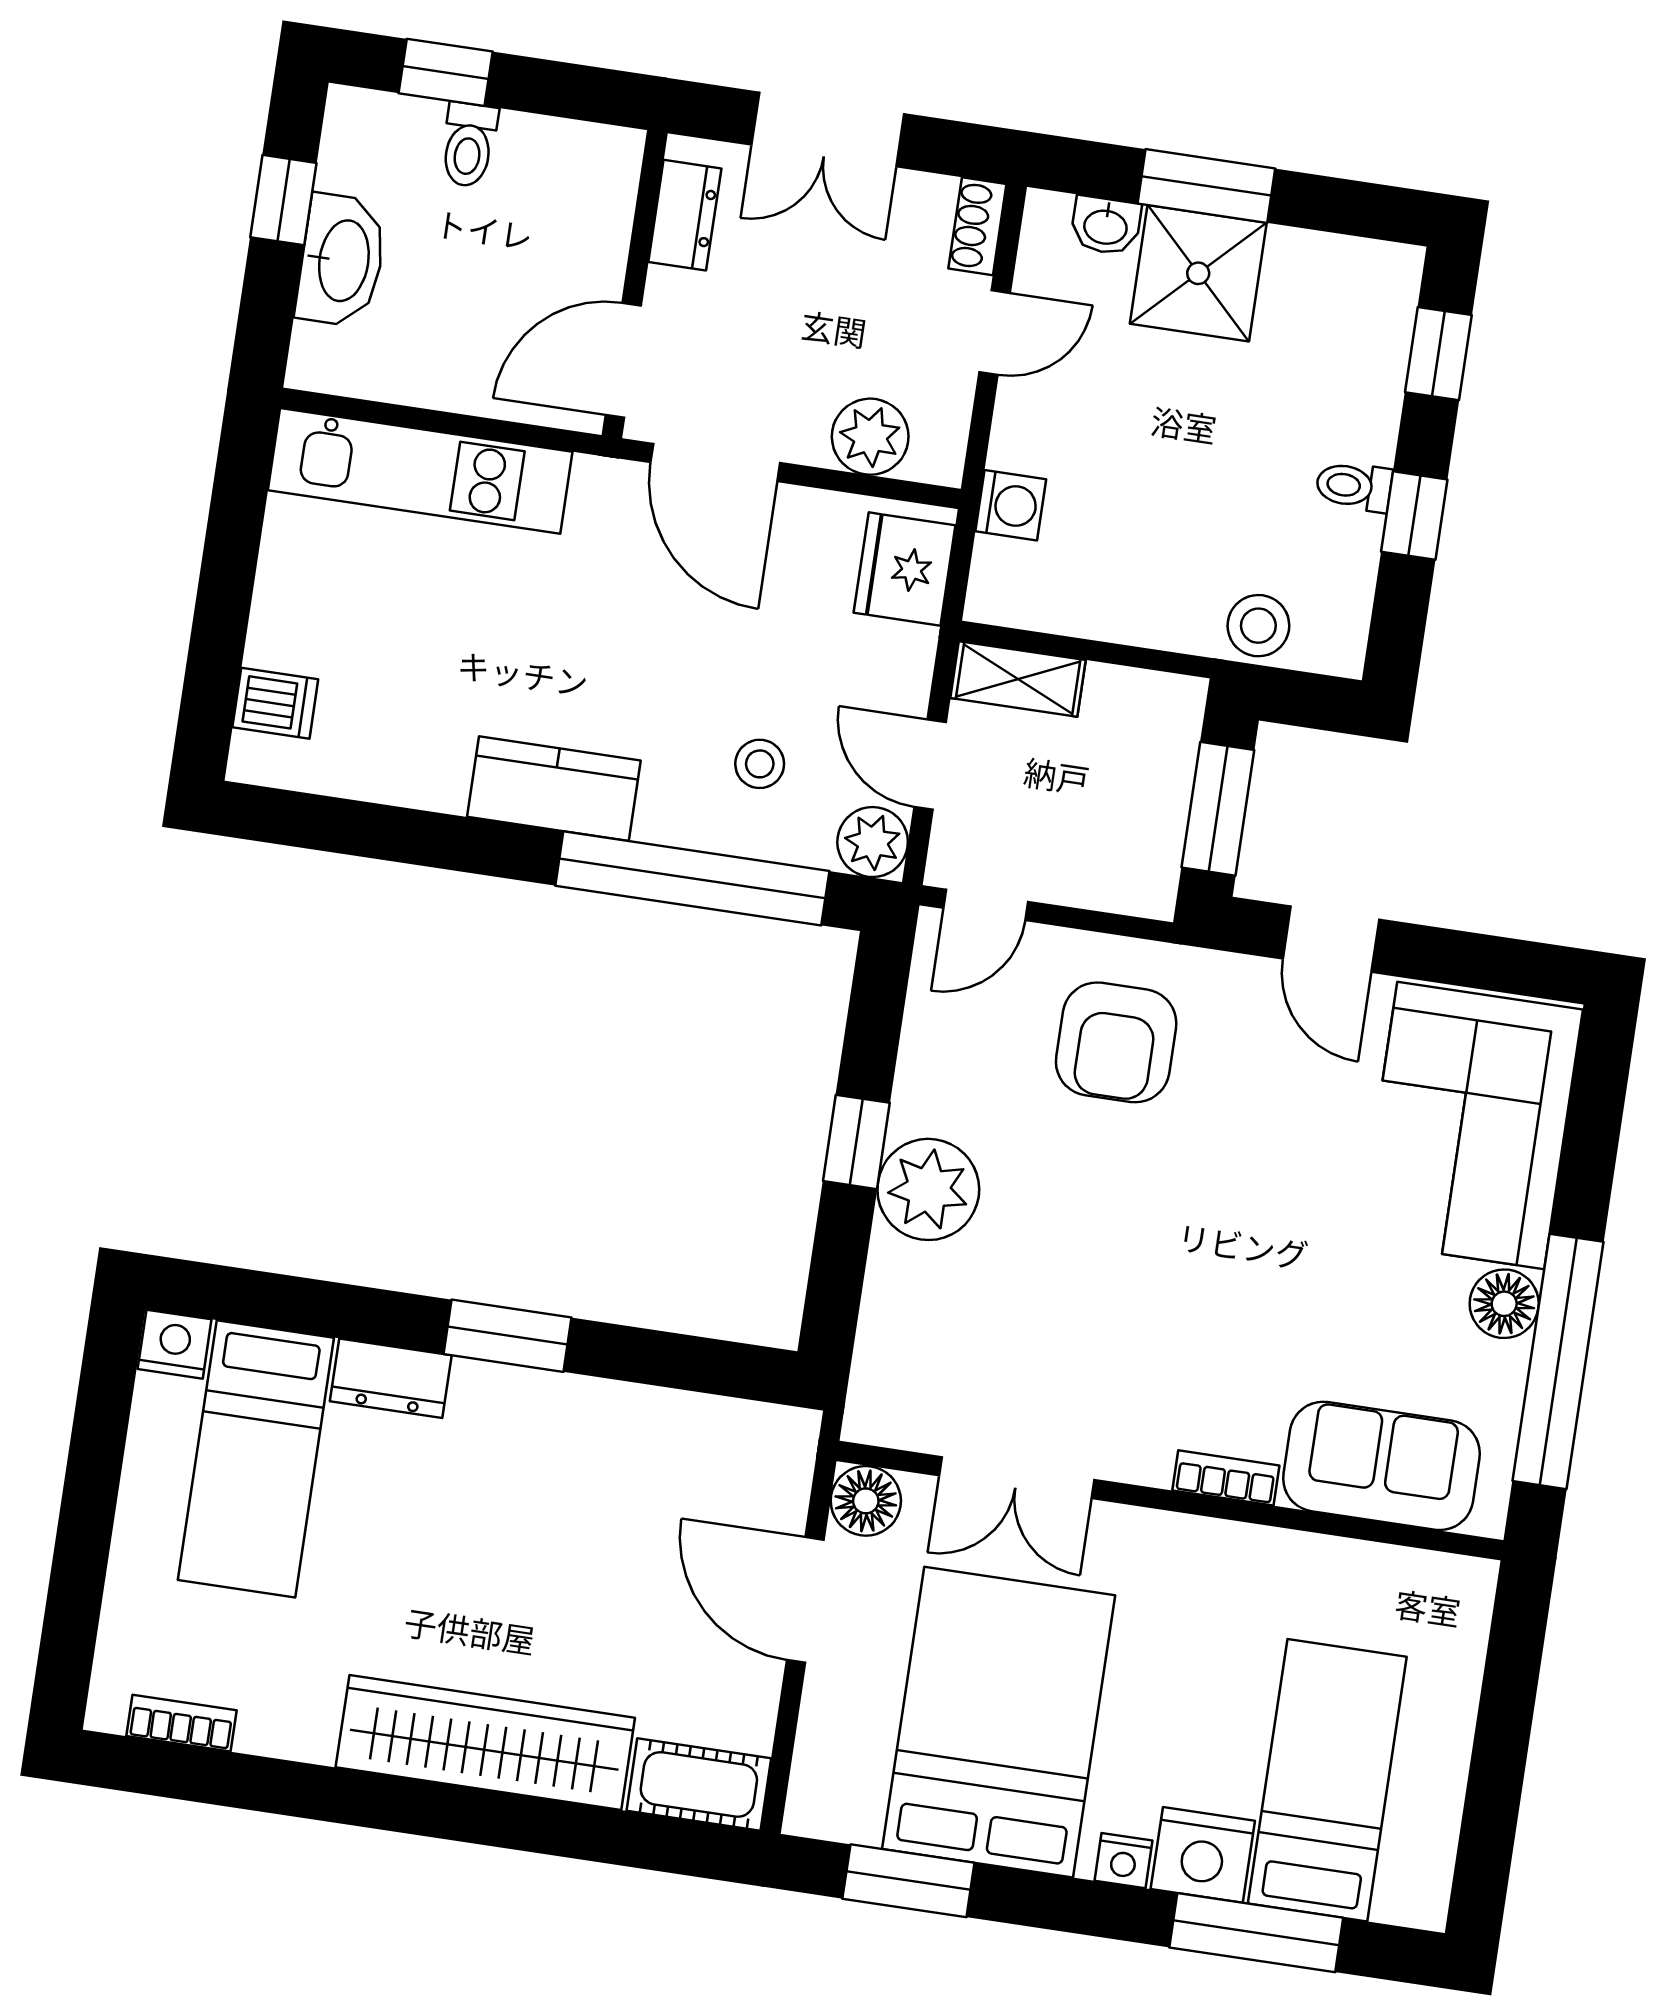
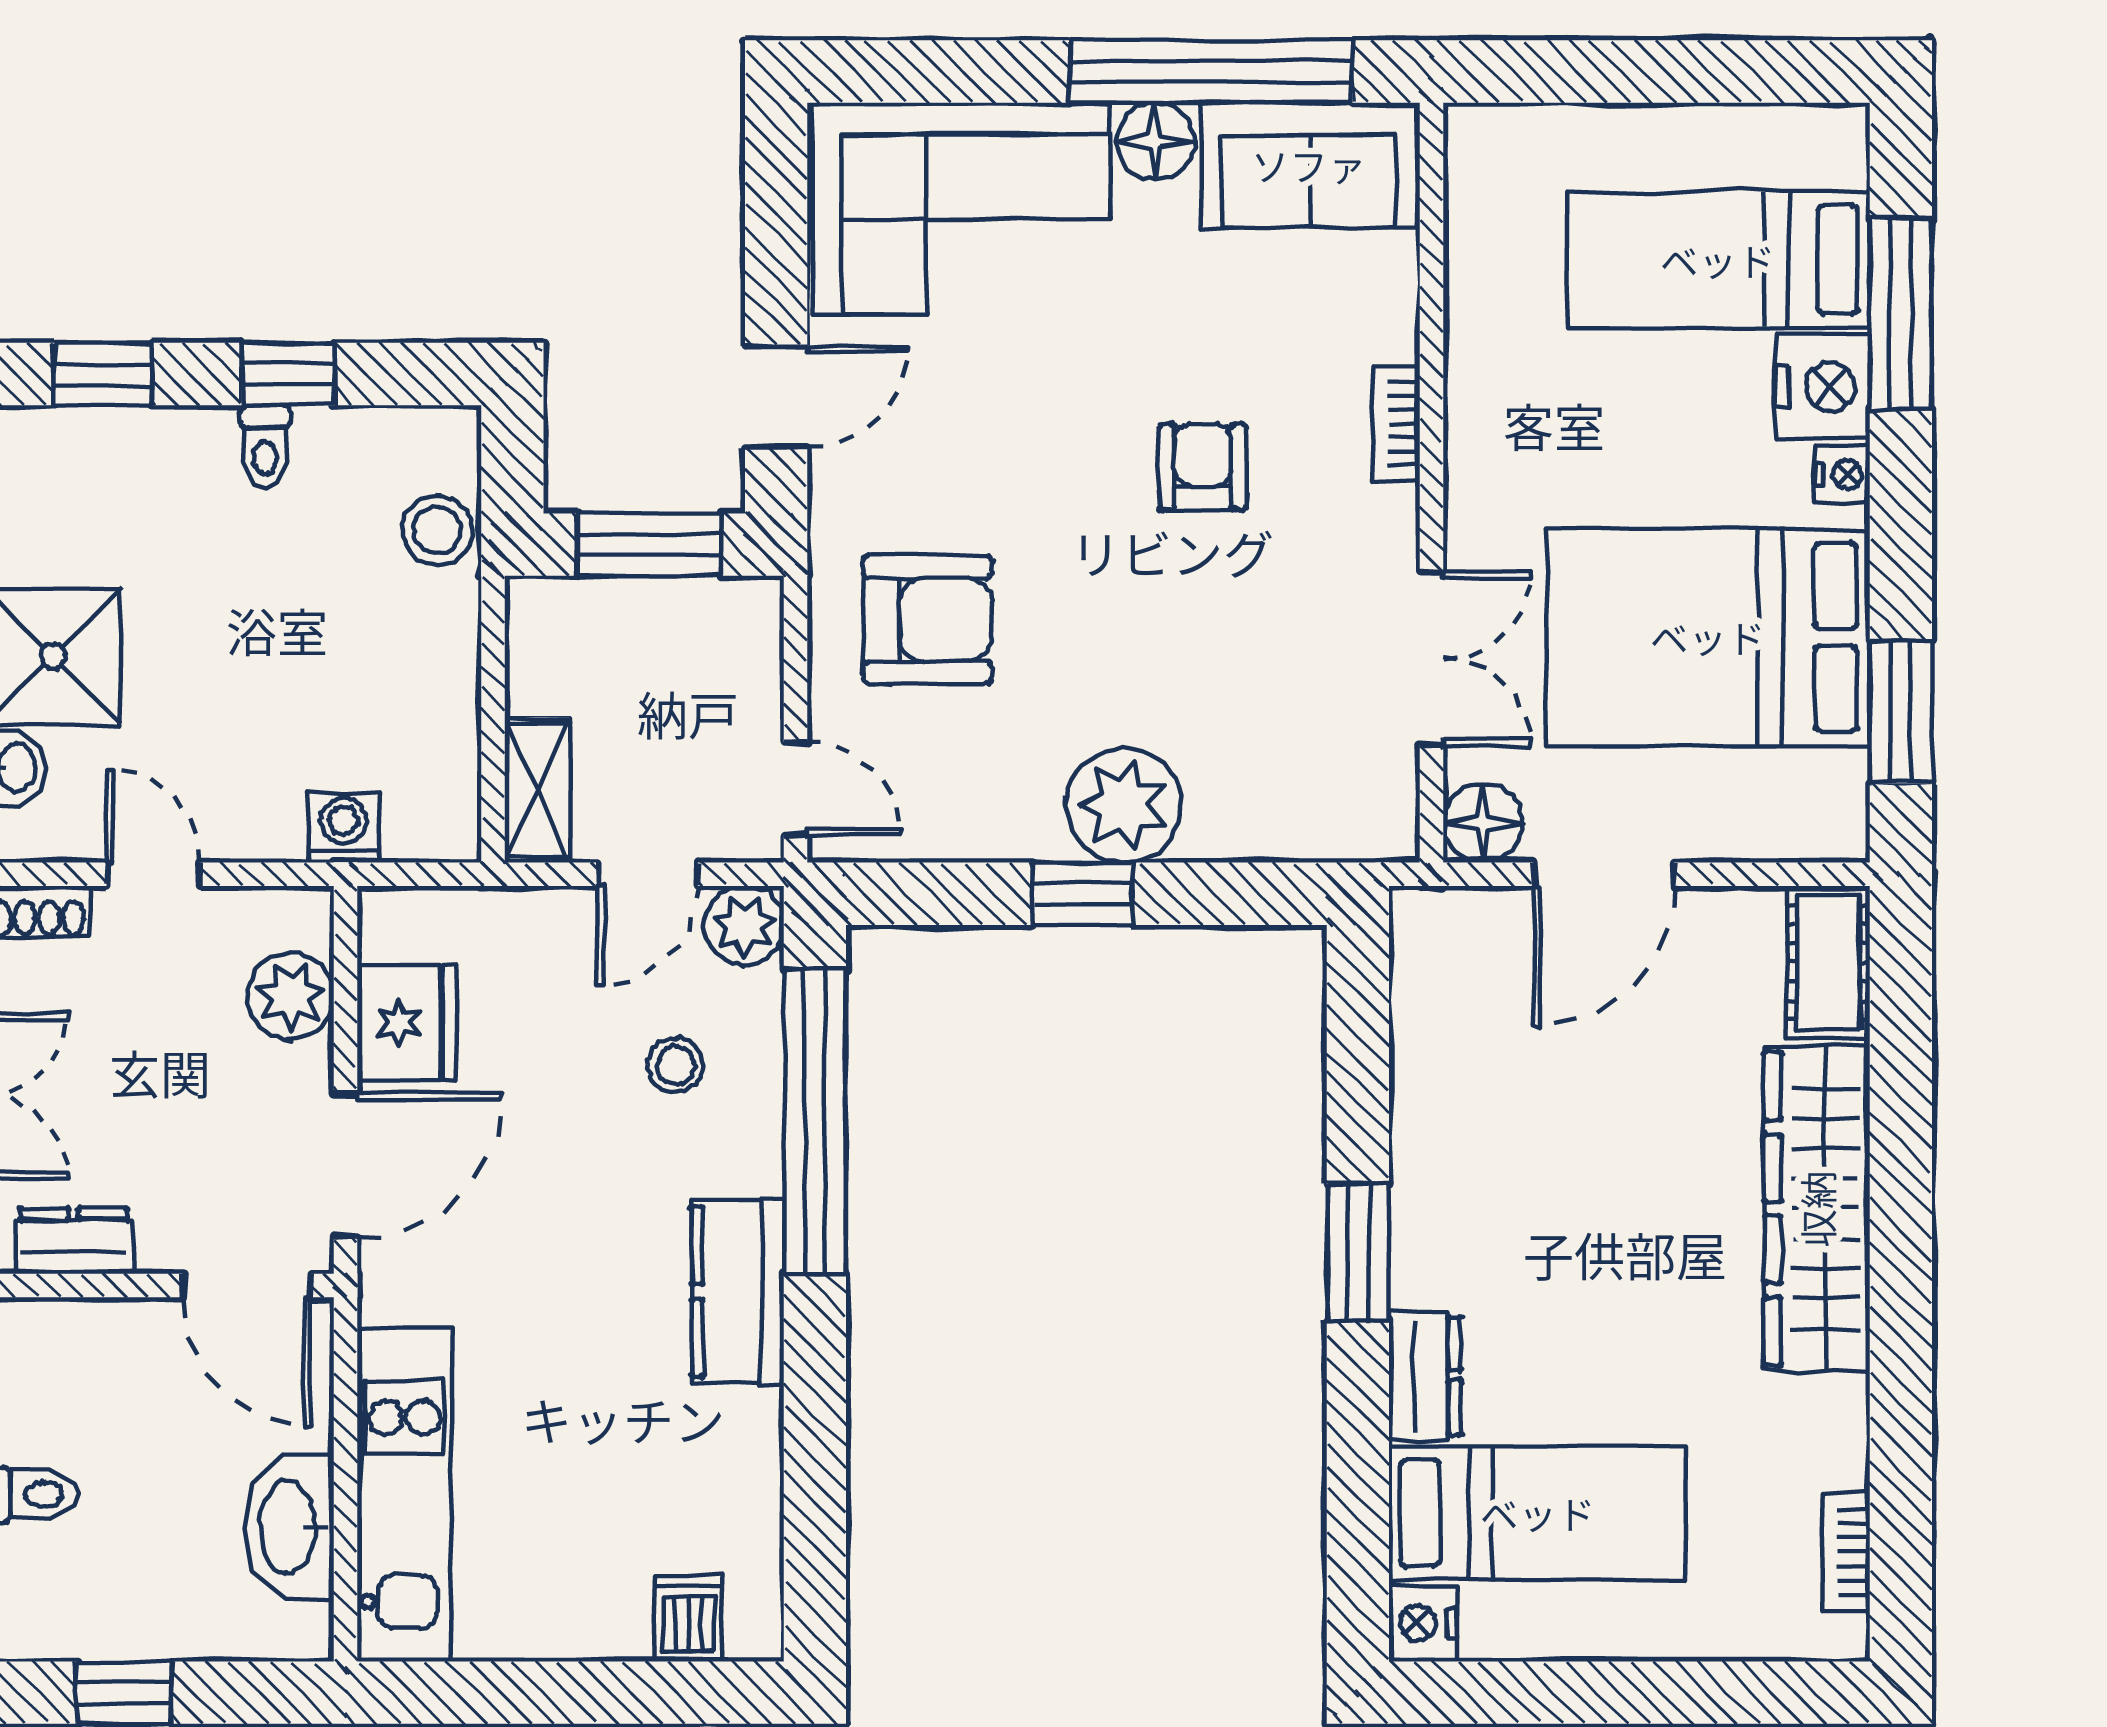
washbasin: (342, 260) -> (290, 1528), moved, turned -90
fridge: (905, 569) -> (407, 1023), moved, turned -90
armchair: (1214, 1302) -> (1202, 467), added
sofa: (1382, 1466) -> (1309, 165), moved, turned -90

